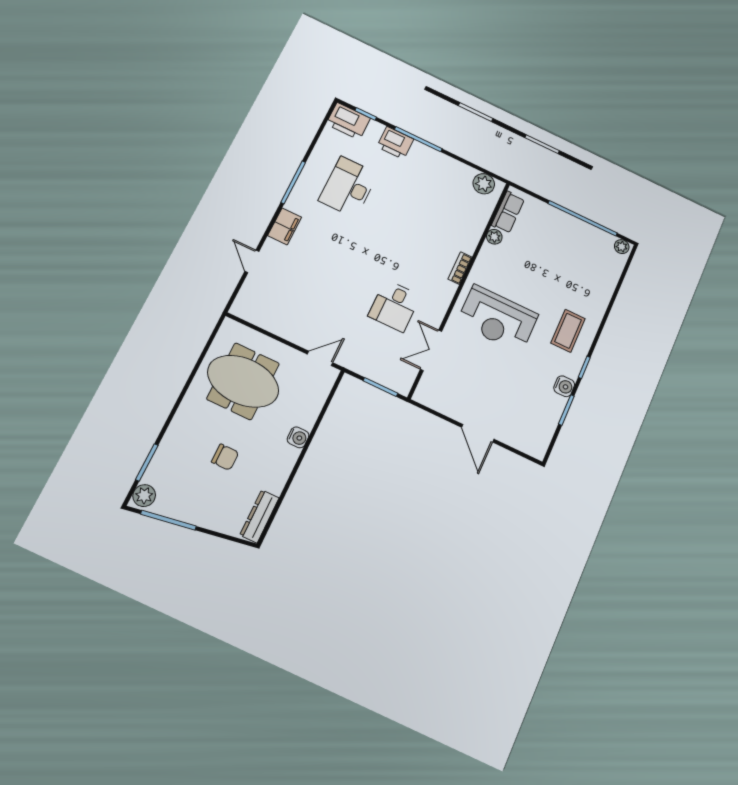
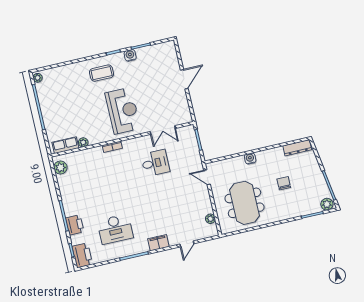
plant: (260, 318) -> (210, 219), added

